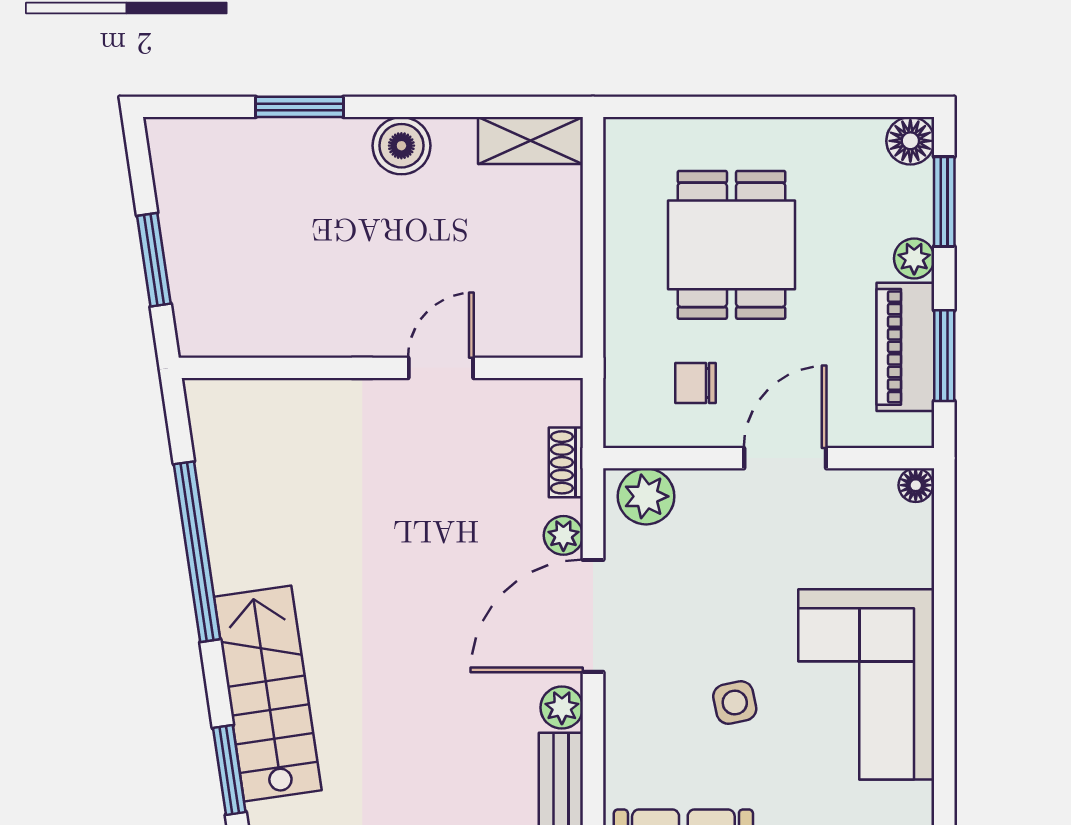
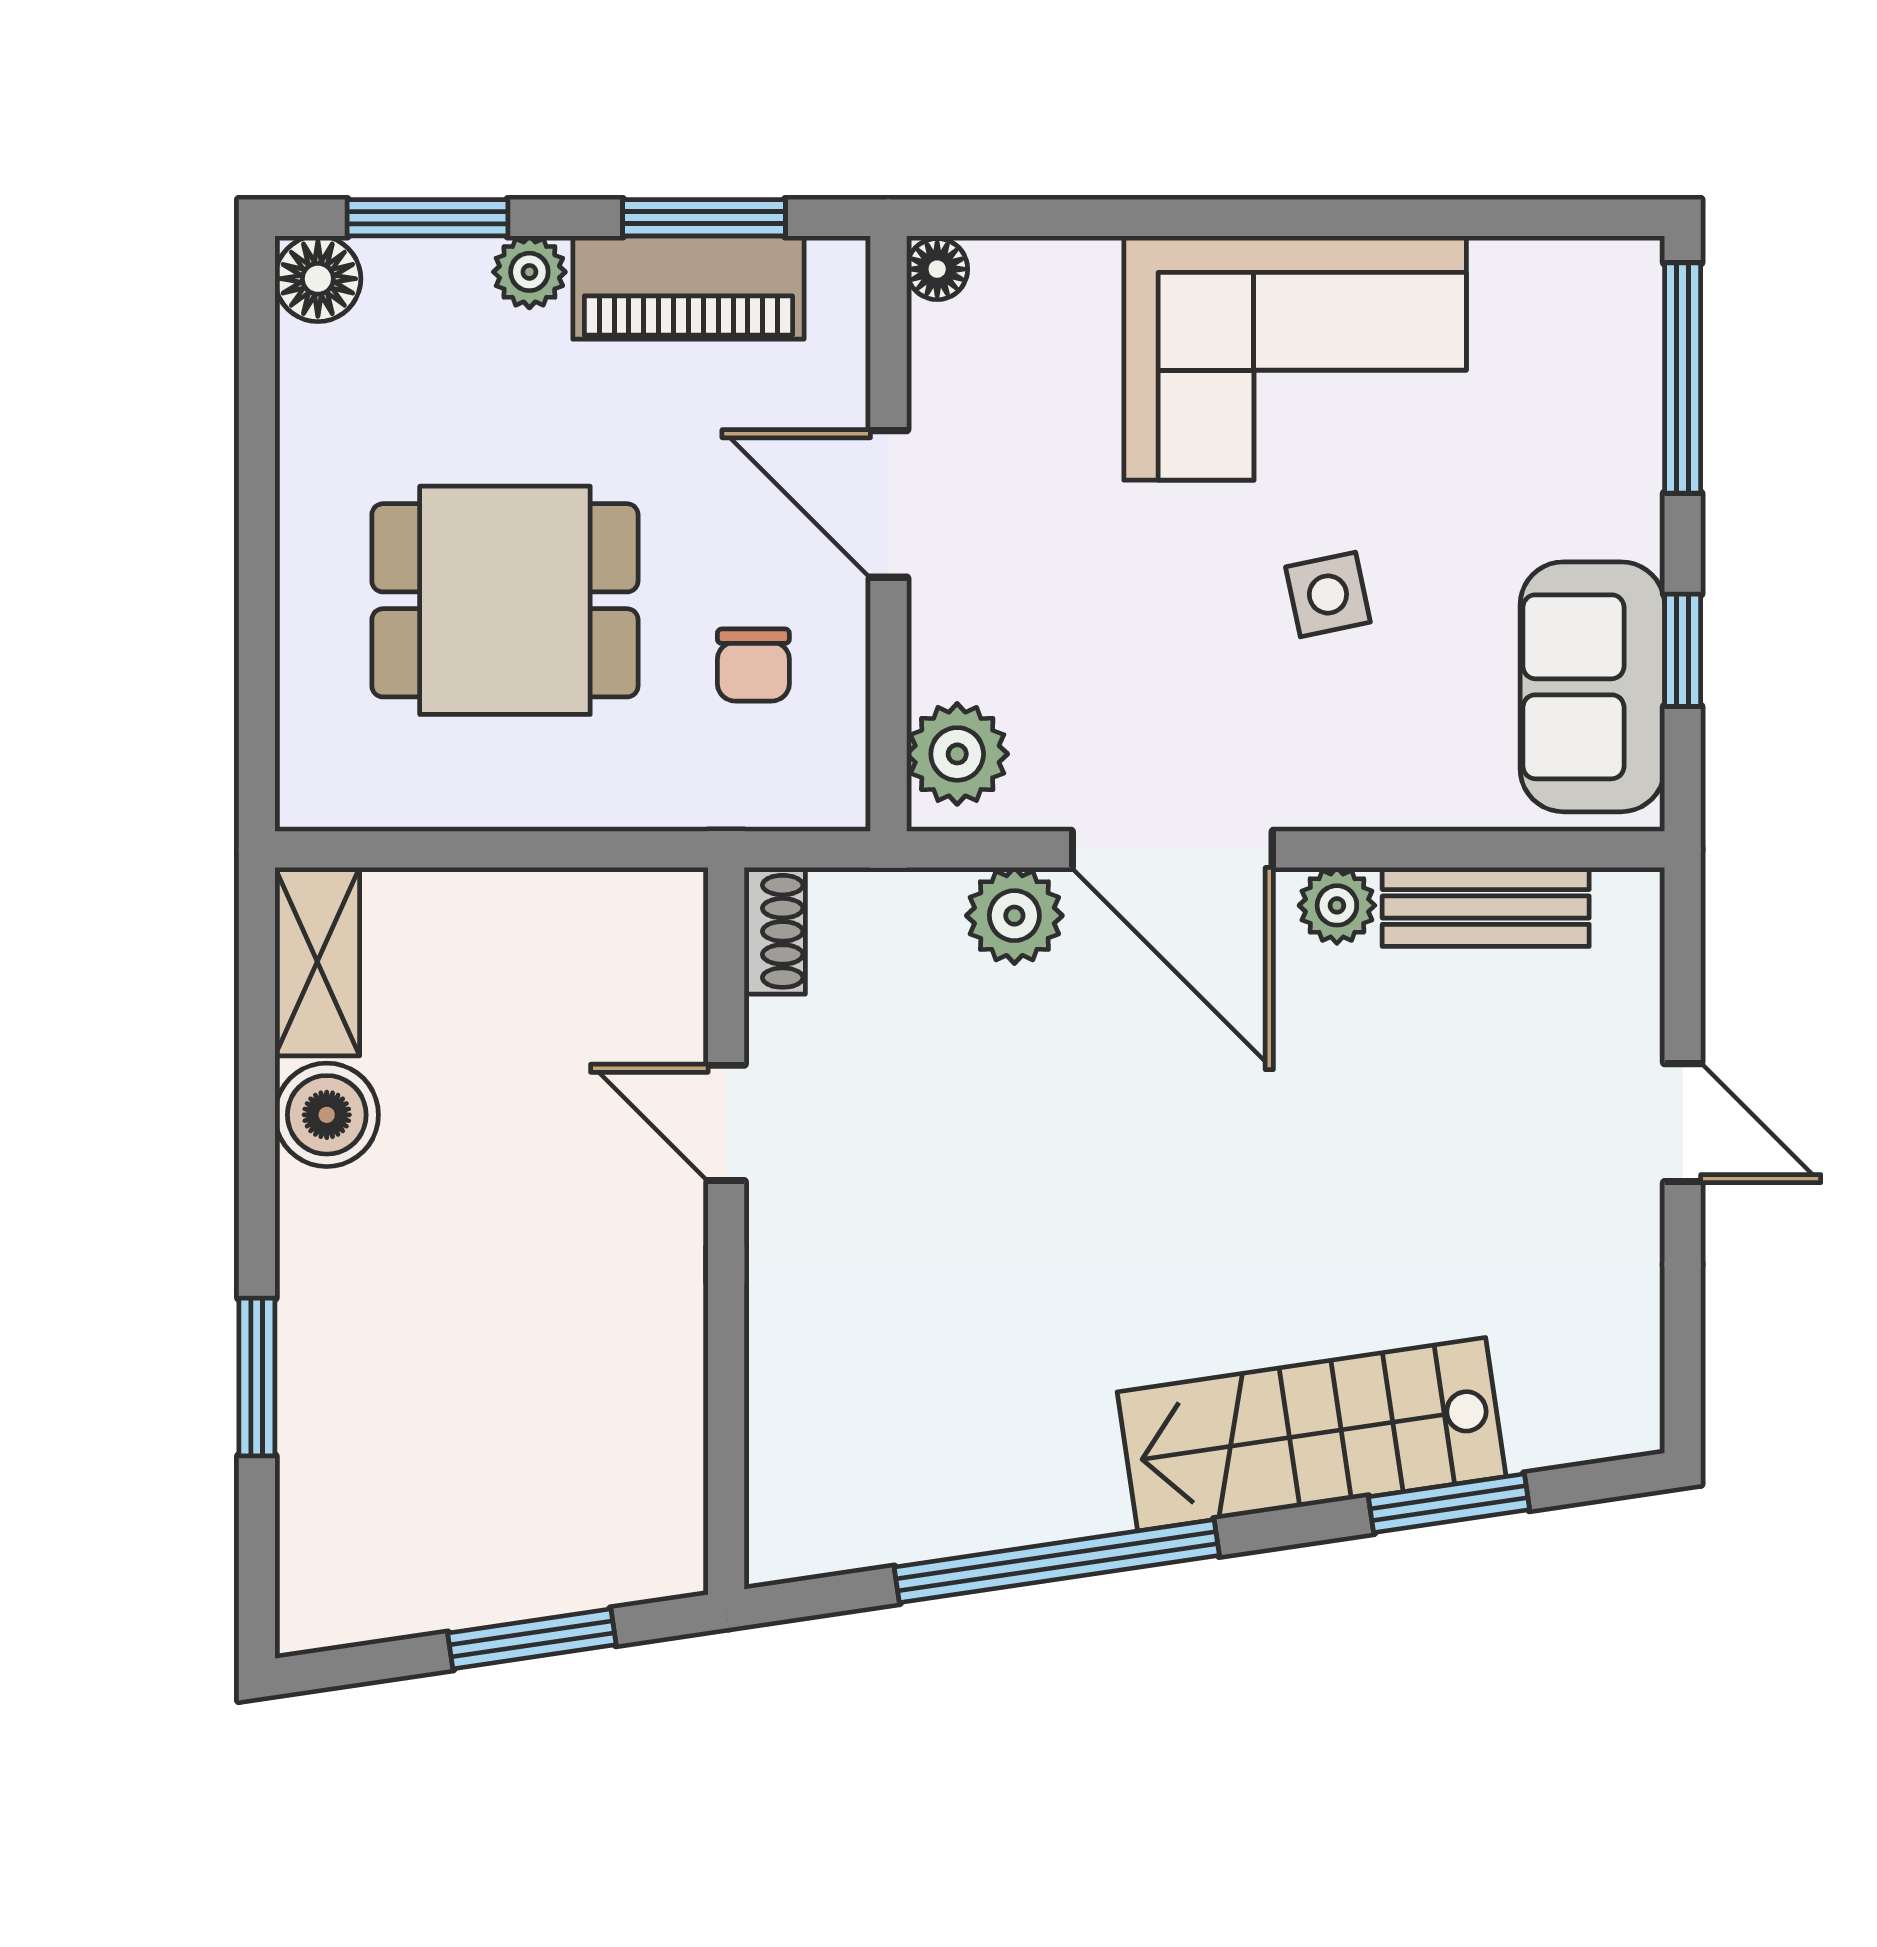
boiler: (401, 146) -> (327, 1115), moved
shoe rack: (566, 462) -> (775, 931), moved, turned -90
plant: (563, 535) -> (1014, 916), width x1.38, depth x1.38

